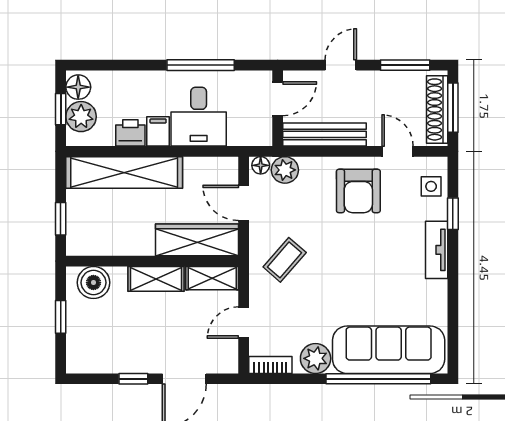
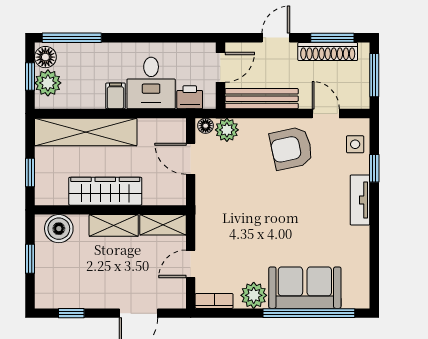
window: (201, 65) -> (72, 38), moved
shoe rack: (437, 109) -> (328, 52), moved, turned -90
printer: (130, 133) -> (190, 97), moved
armchair: (358, 191) -> (291, 148), turned 78
wardrobe: (197, 240) -> (105, 191), moved
coffee table: (285, 260) -> (226, 209), removed
sofa: (389, 350) -> (305, 288), width x0.73
window: (133, 379) -> (71, 313), moved

